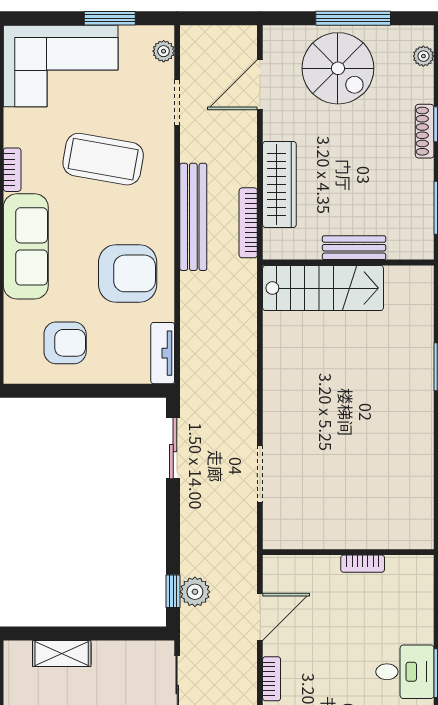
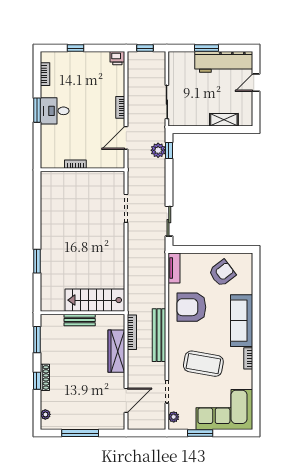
spiral stairs: (338, 68) -> (88, 408), removed
armchair: (65, 343) -> (222, 273), turned 143

